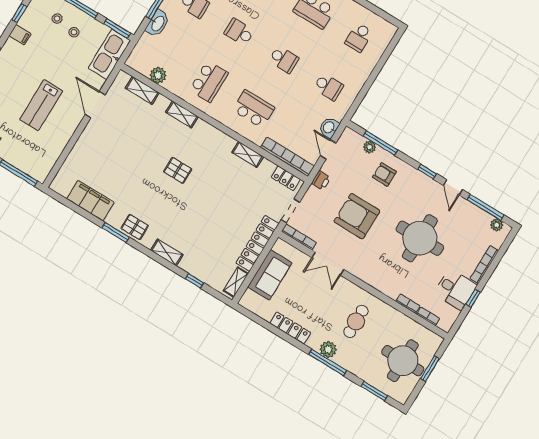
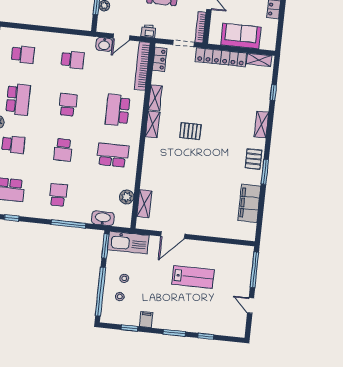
washbasin: (158, 23) -> (103, 218), moved
school desk: (329, 87) -> (73, 60), turned 90
shelving: (182, 114) -> (153, 124), moved
pallet: (178, 170) -> (190, 131), moved, turned 90

